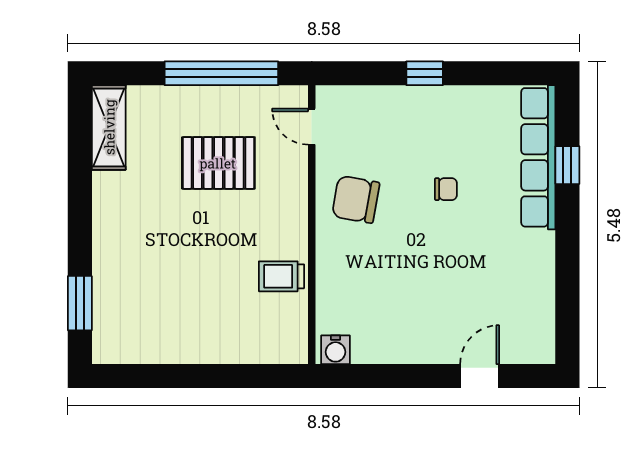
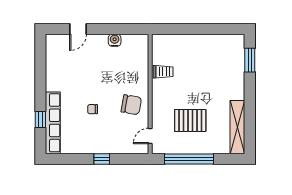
shelving: (109, 127) -> (237, 127), width x1.47
door: (312, 127) -> (150, 136), swing flipped
water cooler: (336, 350) -> (115, 40), moved

